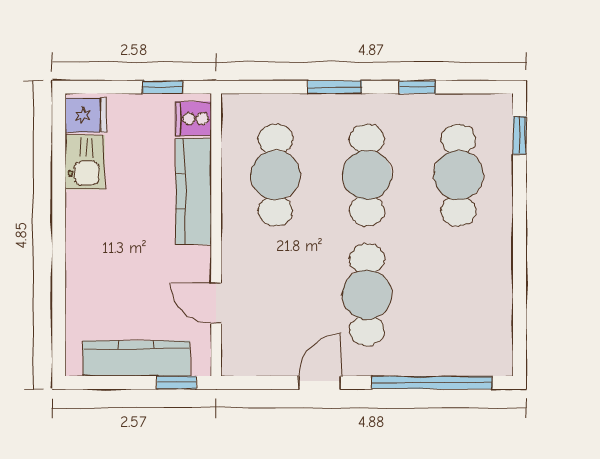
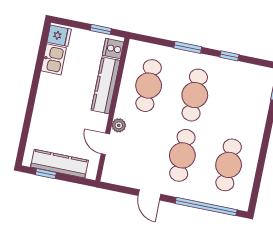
cafe table: (458, 175) -> (229, 165), moved
plant: (234, 262) -> (119, 125), added
window: (177, 383) -> (46, 174), moved
door: (320, 383) -> (149, 195), swing flipped

